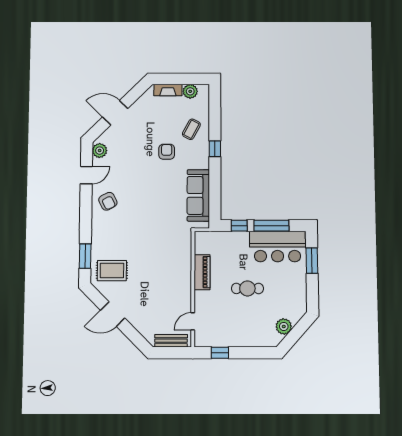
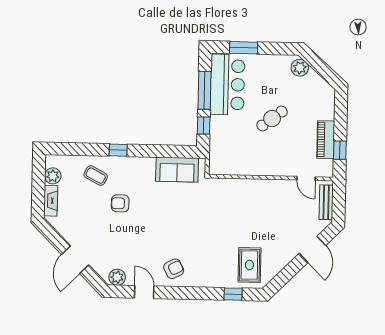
sofa: (198, 195) -> (177, 170), width x0.73
window: (85, 256) -> (233, 294), width x0.67
piano: (202, 272) -> (326, 140), moved, turned -90
cafe table: (247, 288) -> (272, 119), turned 53
door: (113, 314) -> (312, 249), moved
plant: (284, 326) -> (300, 68), moved

